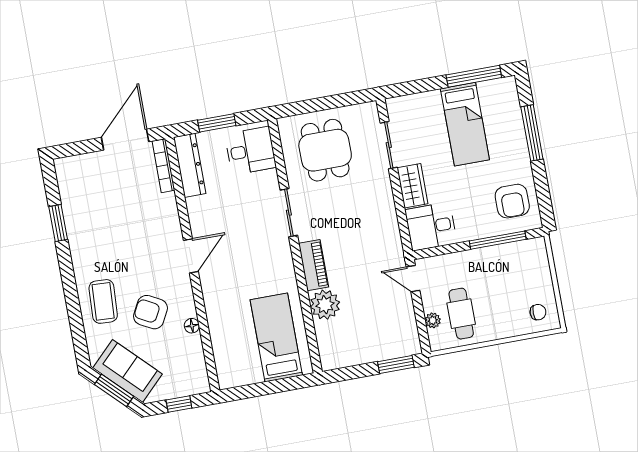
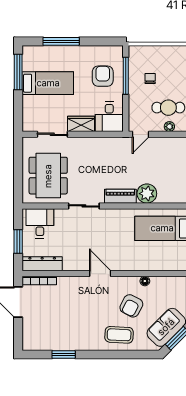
dining table: (325, 150) -> (48, 176), width x1.38
armchair: (512, 201) -> (103, 76), moved, turned -90
chair: (538, 312) -> (150, 78), moved

